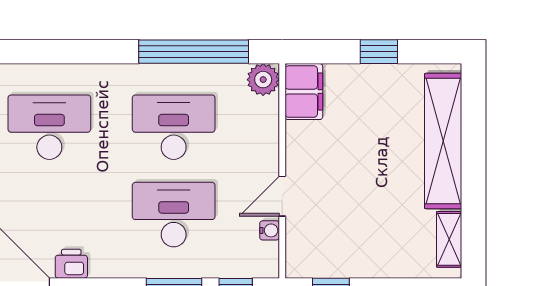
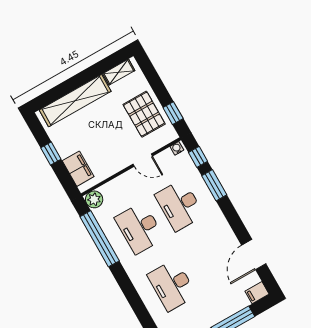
filing cabinet: (304, 92) -> (78, 169), moved, turned 90
water cooler: (270, 230) -> (177, 148), moved
pallet: (356, 242) -> (144, 114), added
printer: (71, 264) -> (229, 239), removed

